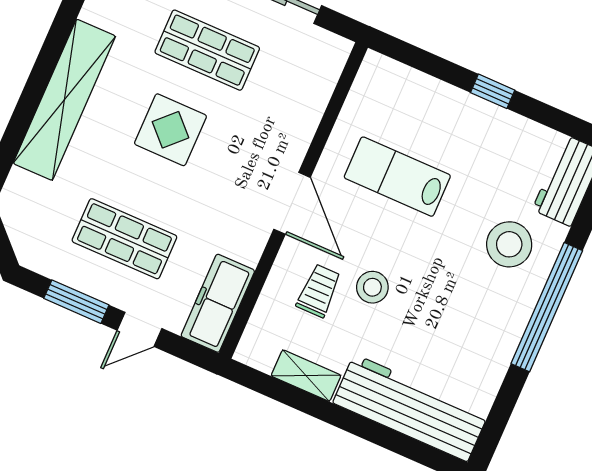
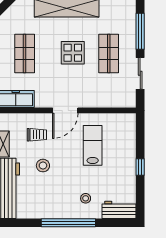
stool: (509, 244) -> (86, 198), width x0.53, depth x0.53
stool: (372, 287) -> (43, 166), moved

